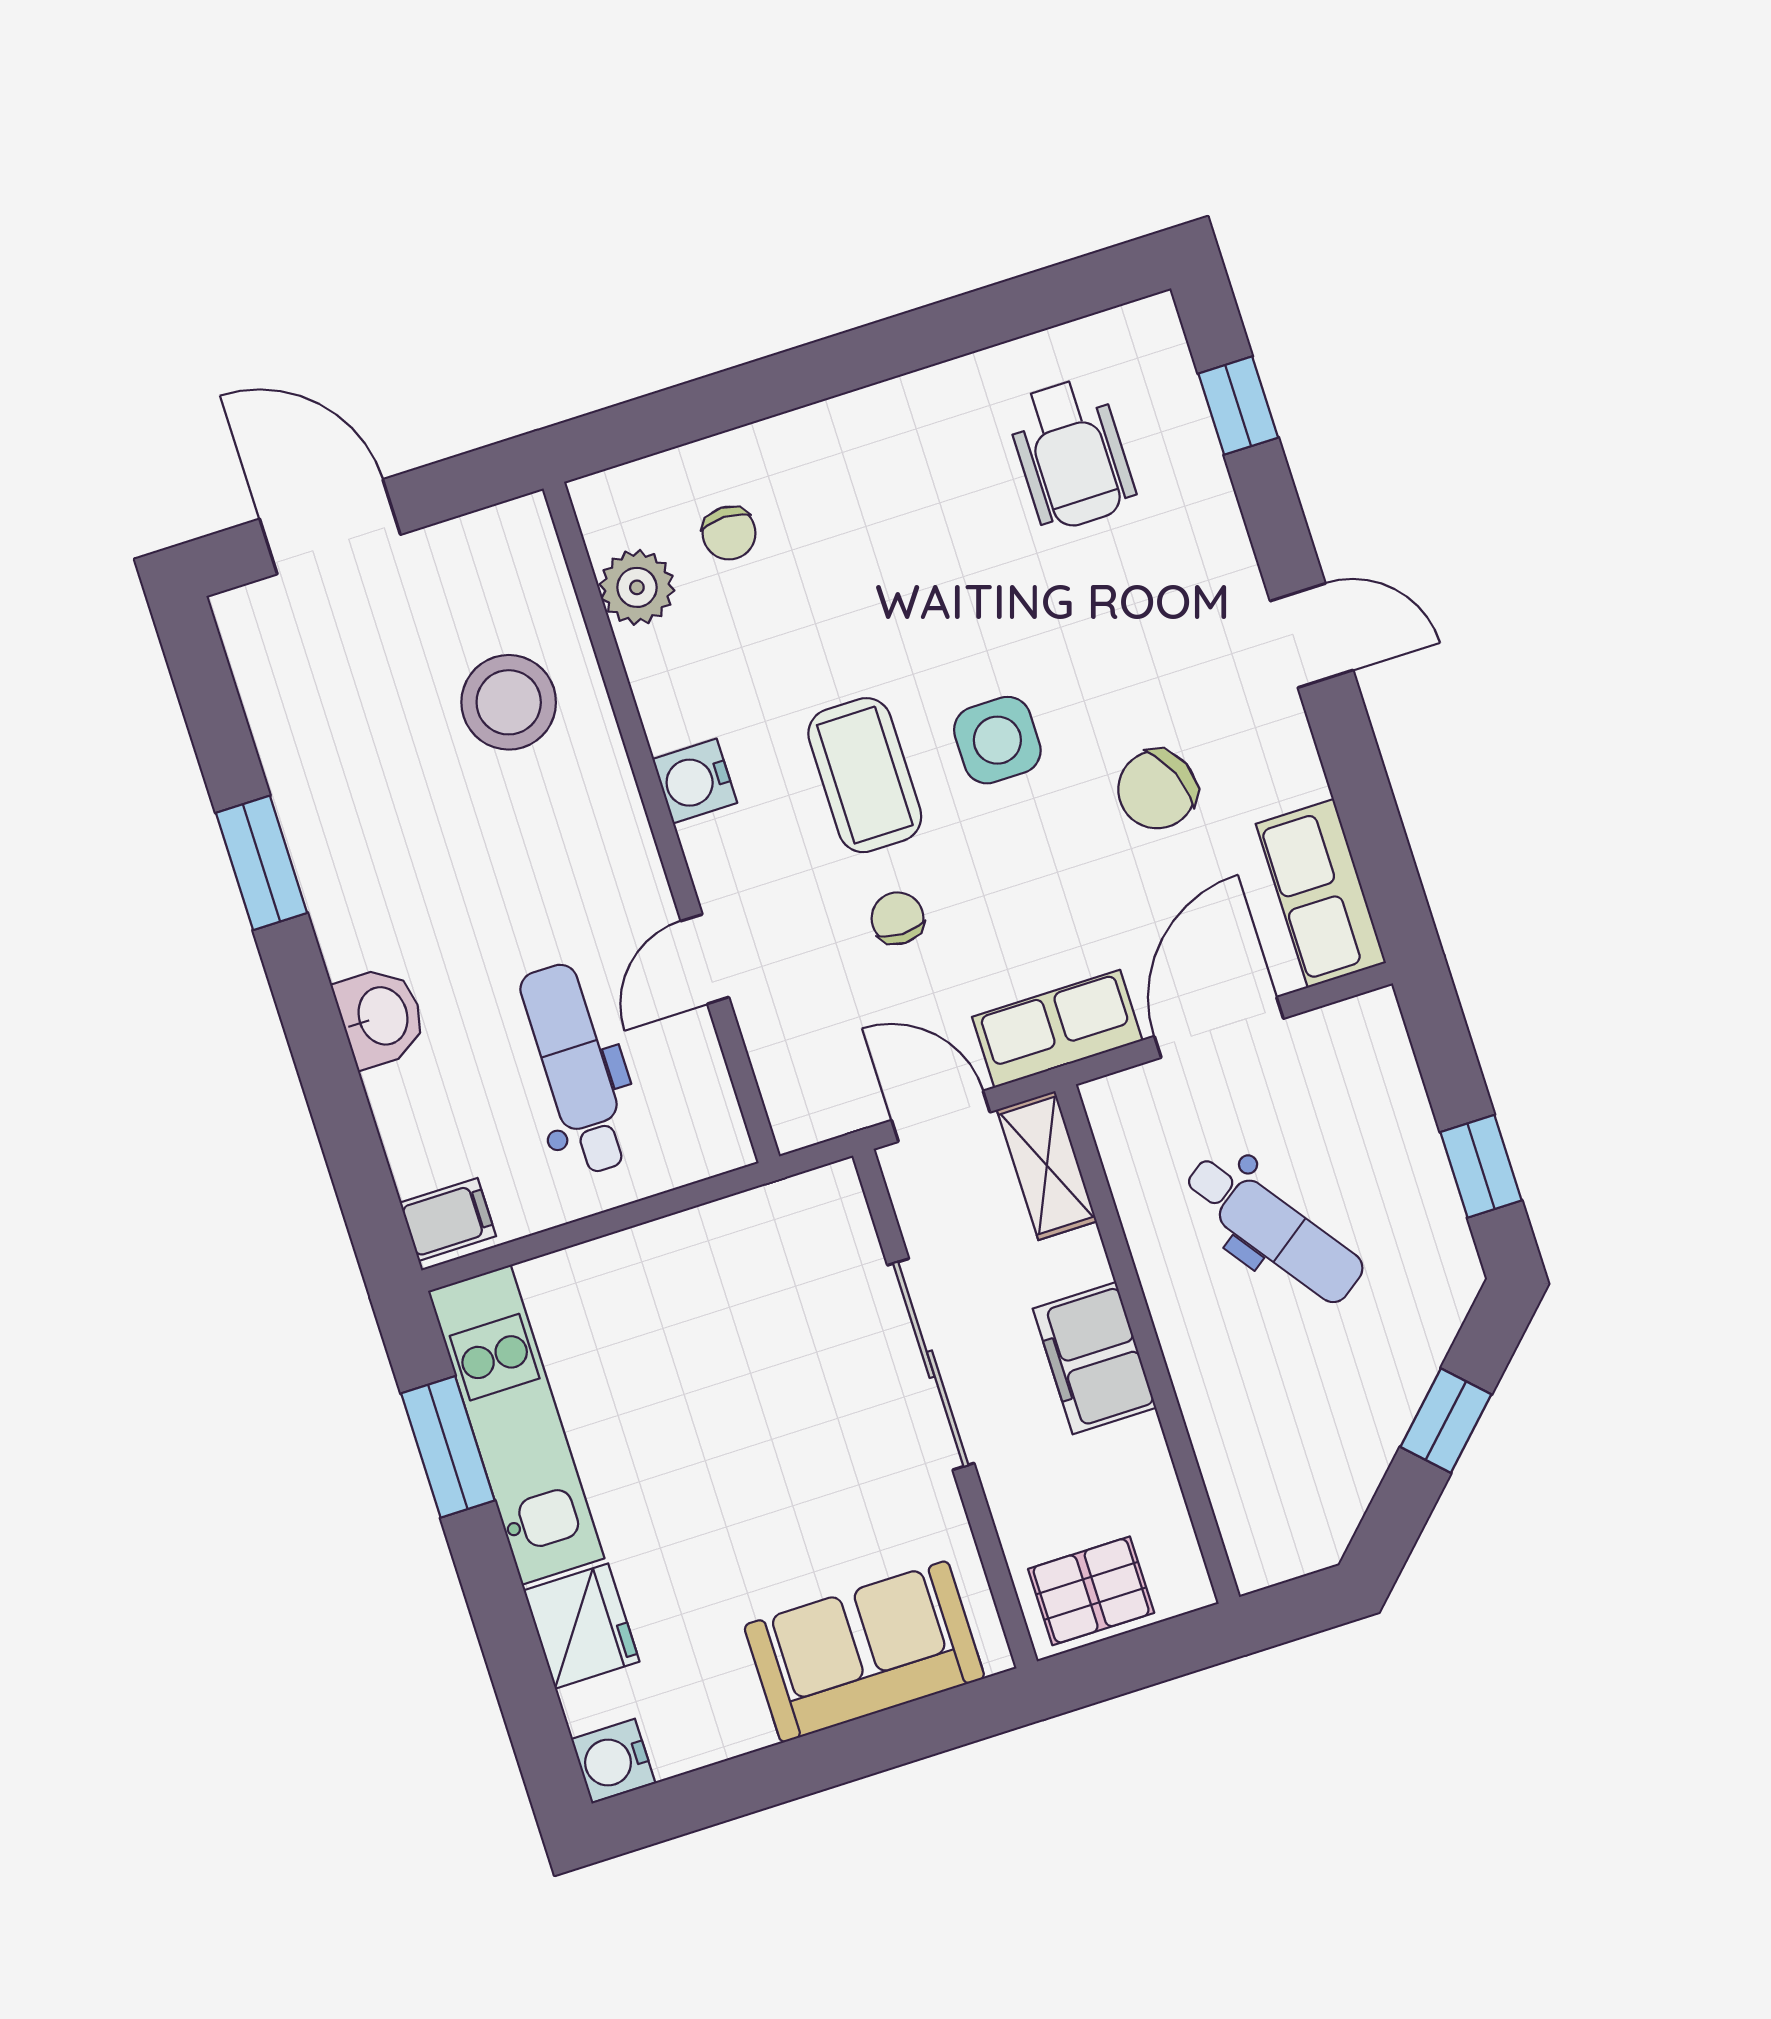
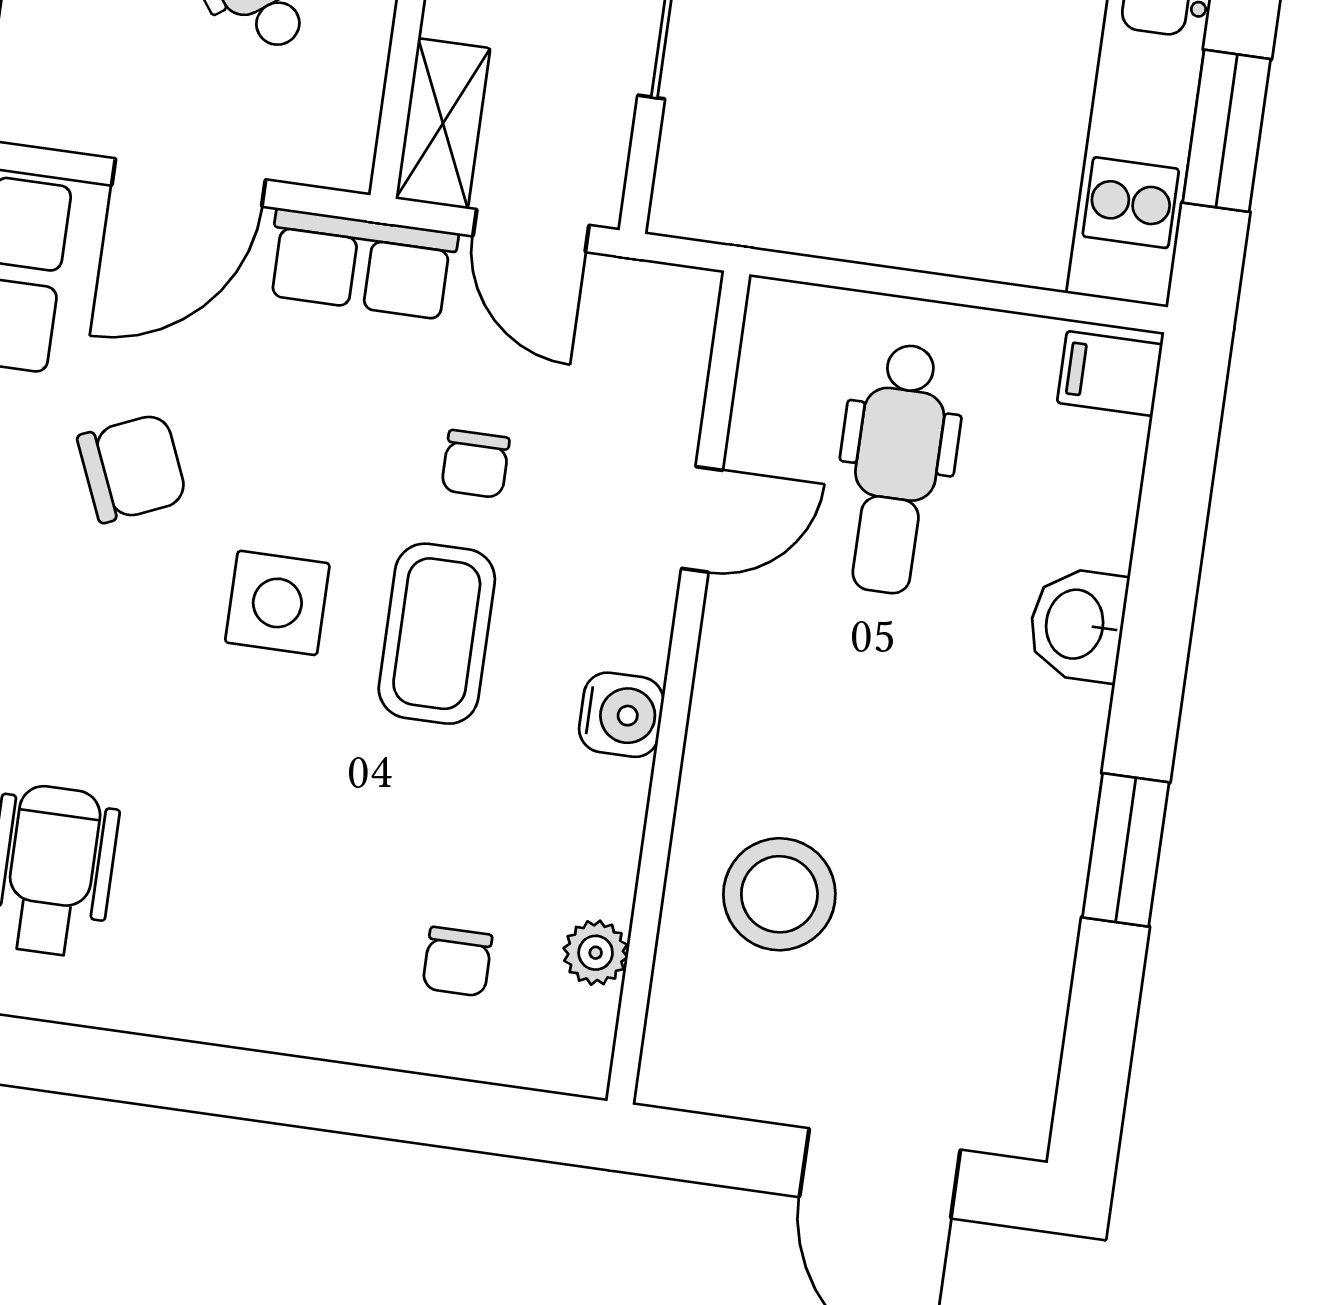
chair: (729, 533) -> (457, 962), turned 180
plant: (637, 587) -> (596, 953), width x0.73, depth x0.73

